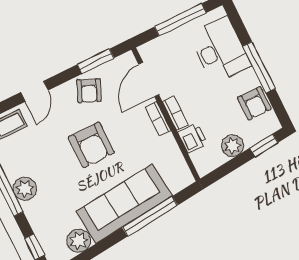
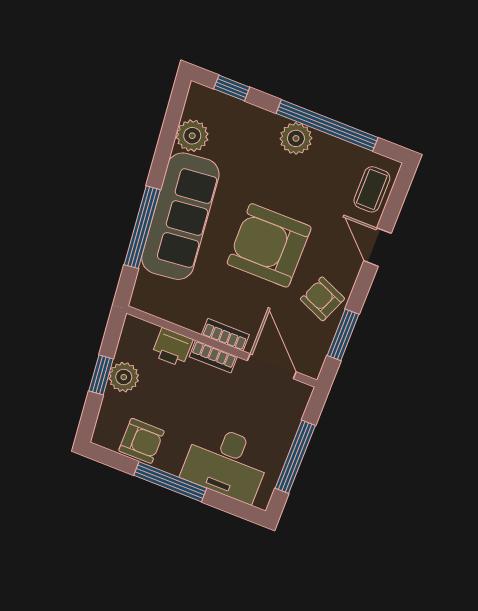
armchair: (254, 103) -> (141, 441), turned 180
armchair: (91, 145) -> (269, 245), width x1.36, depth x1.36
window: (264, 145) -> (101, 375), moved

